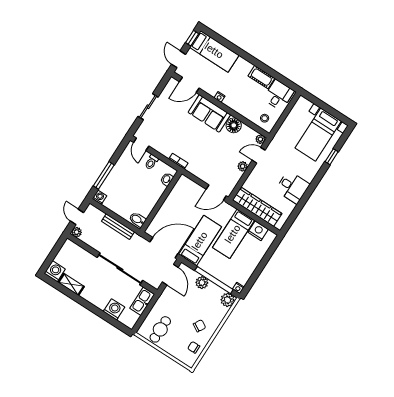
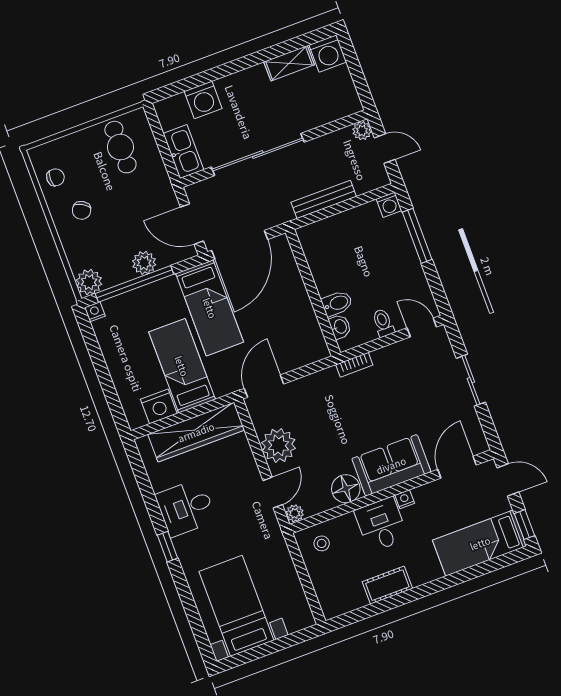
desk: (279, 95) -> (381, 525), moved, turned 180
window: (332, 157) -> (167, 547), moved
plant: (243, 166) -> (278, 445), width x1.87, depth x1.87
bidet: (137, 220) -> (337, 303), moved

